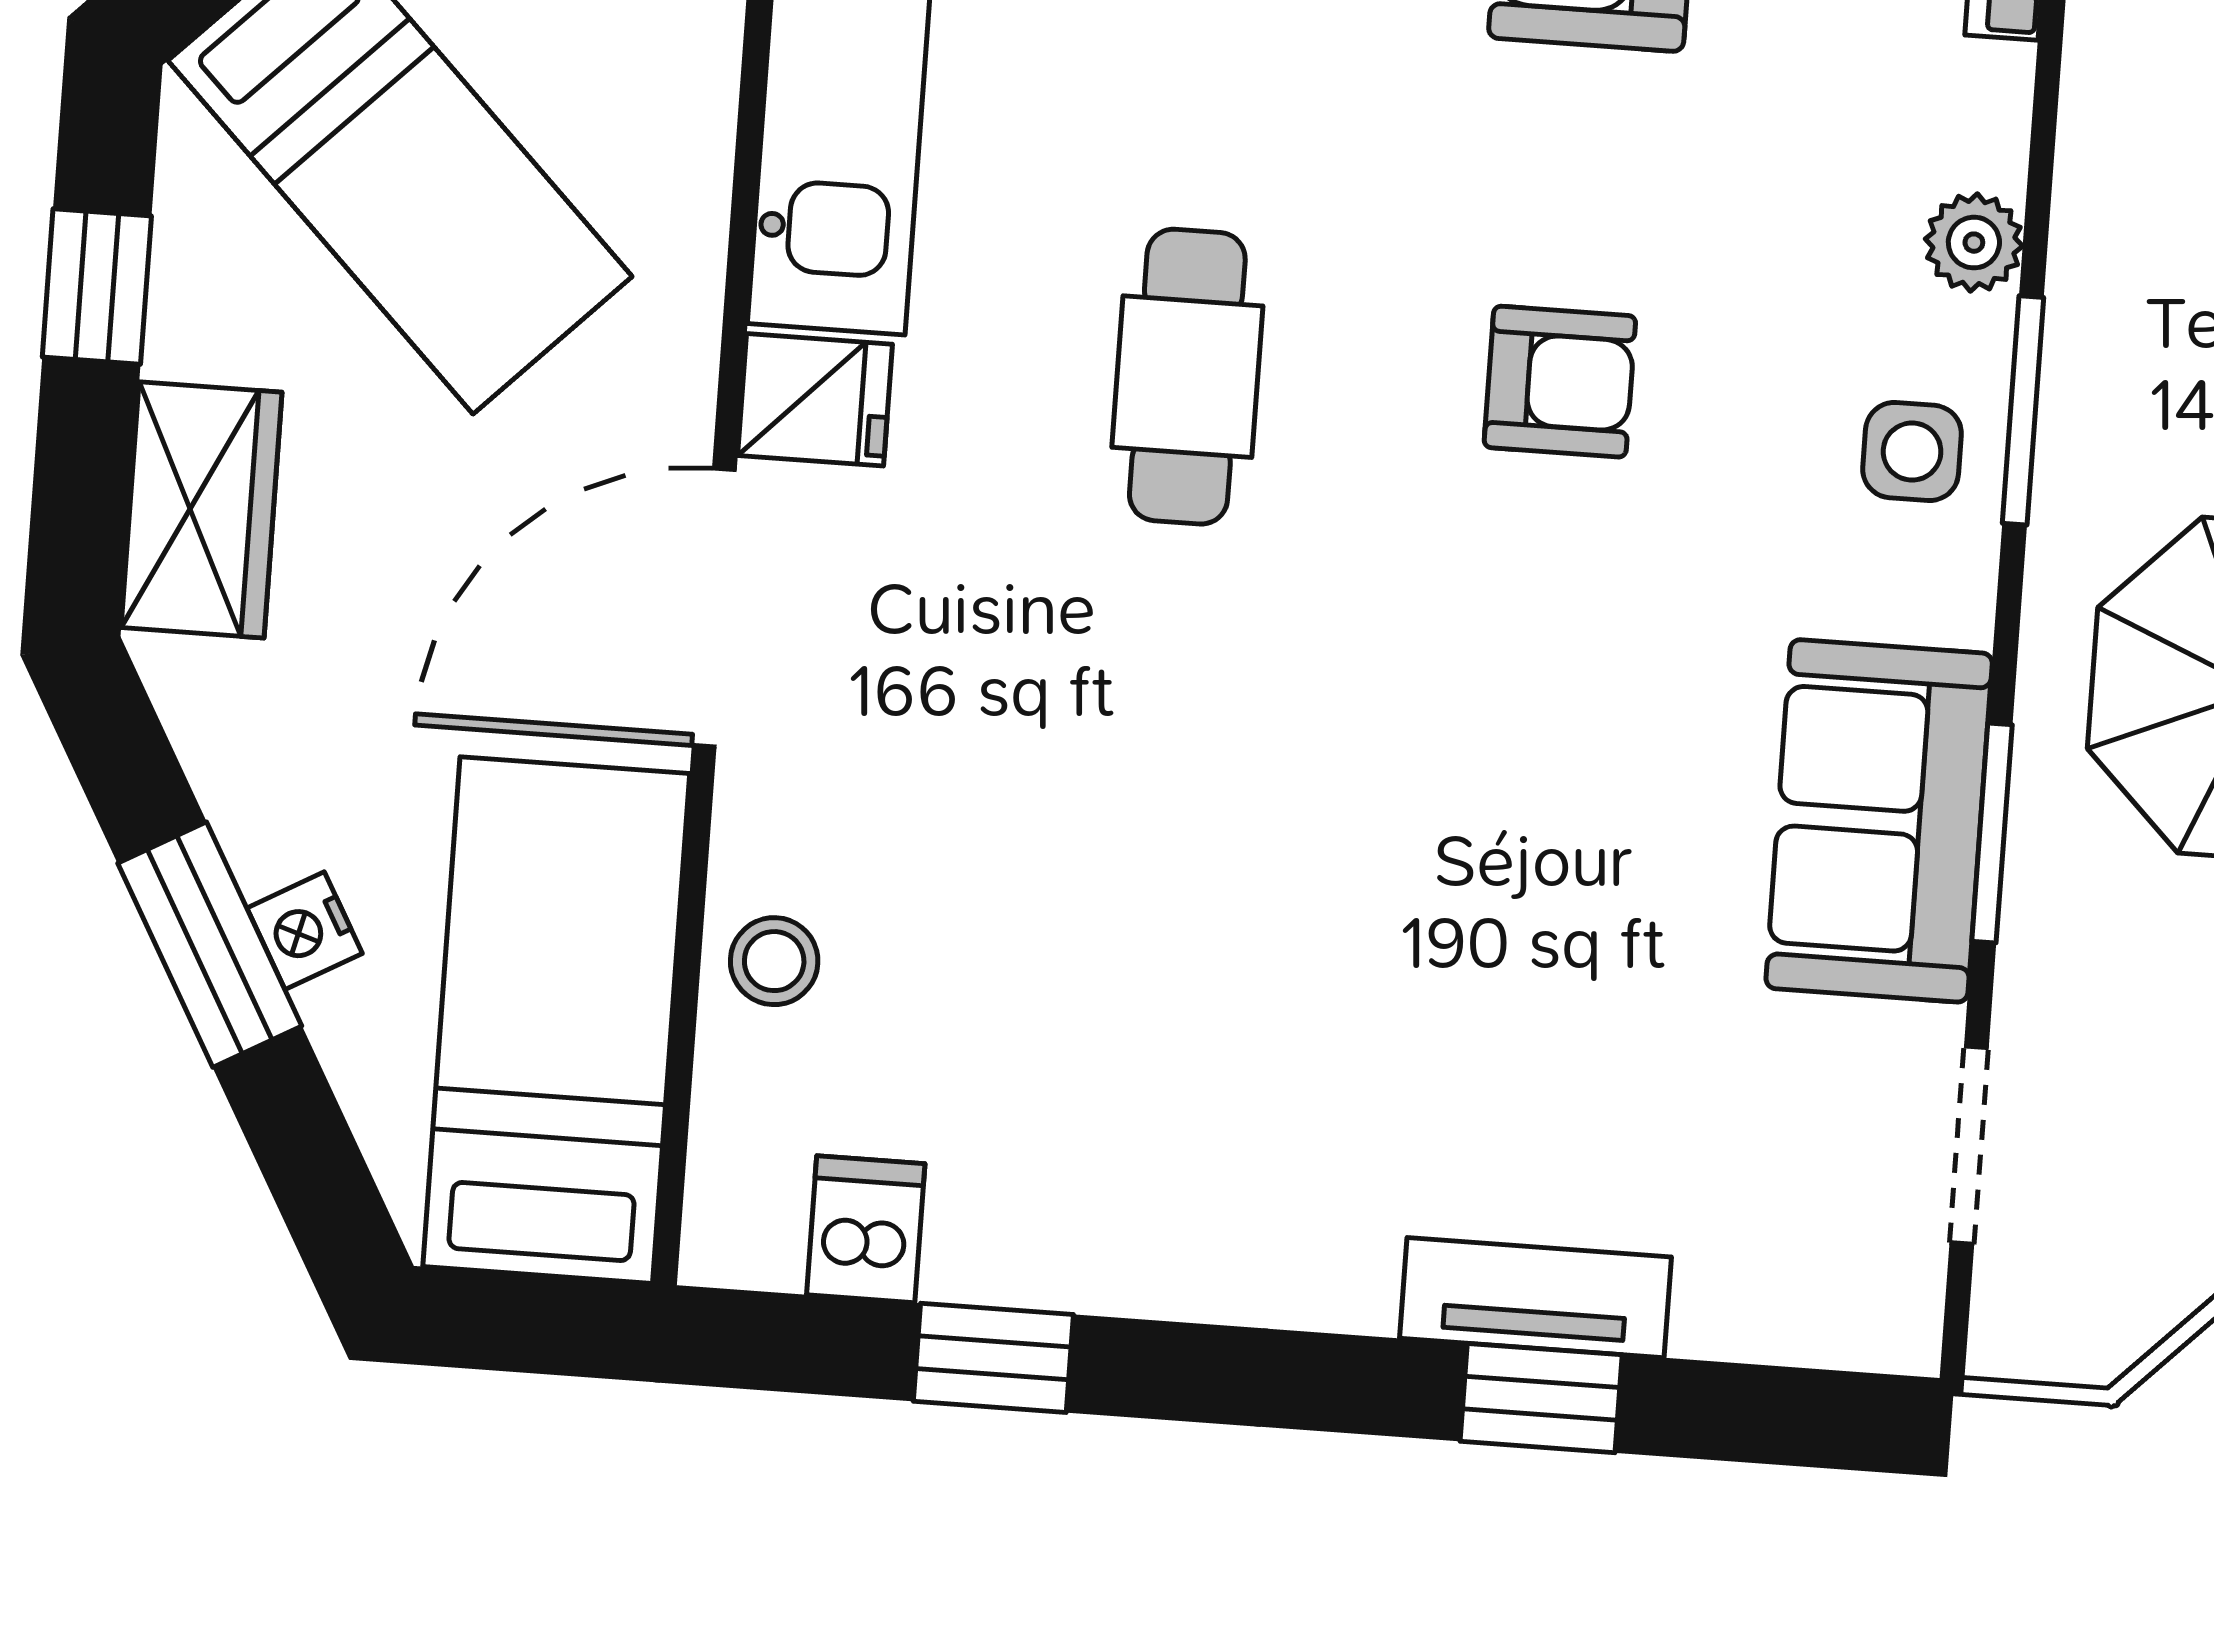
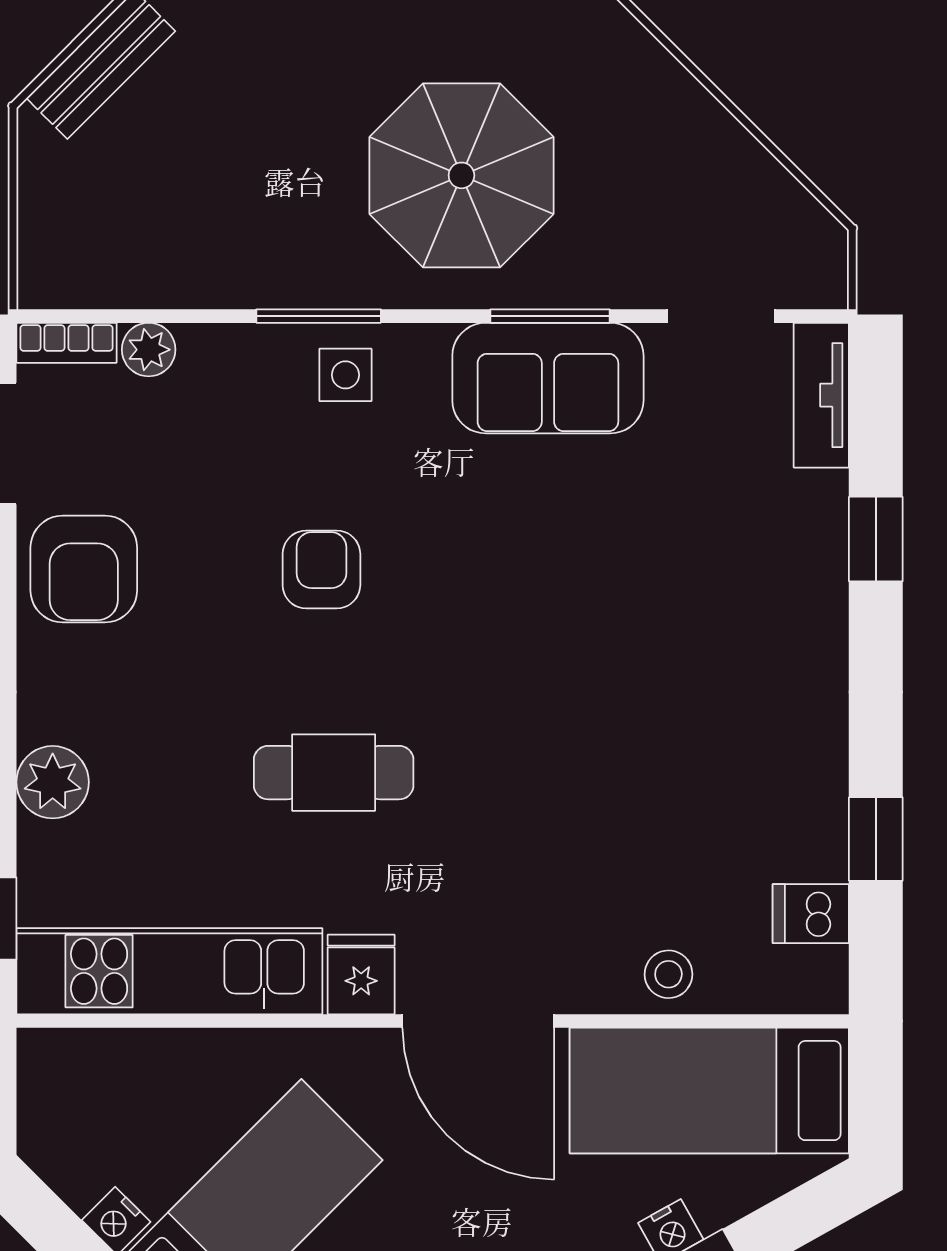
plant: (1974, 243) -> (149, 350), moved
tv unit: (1536, 1298) -> (821, 395), moved

